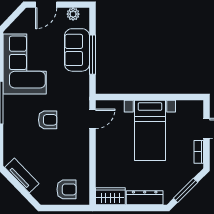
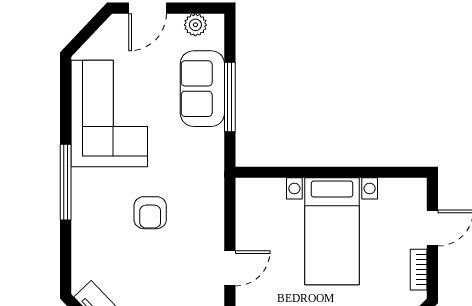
door: (92, 119) -> (230, 268), moved
armchair: (48, 120) -> (150, 213), turned 90

